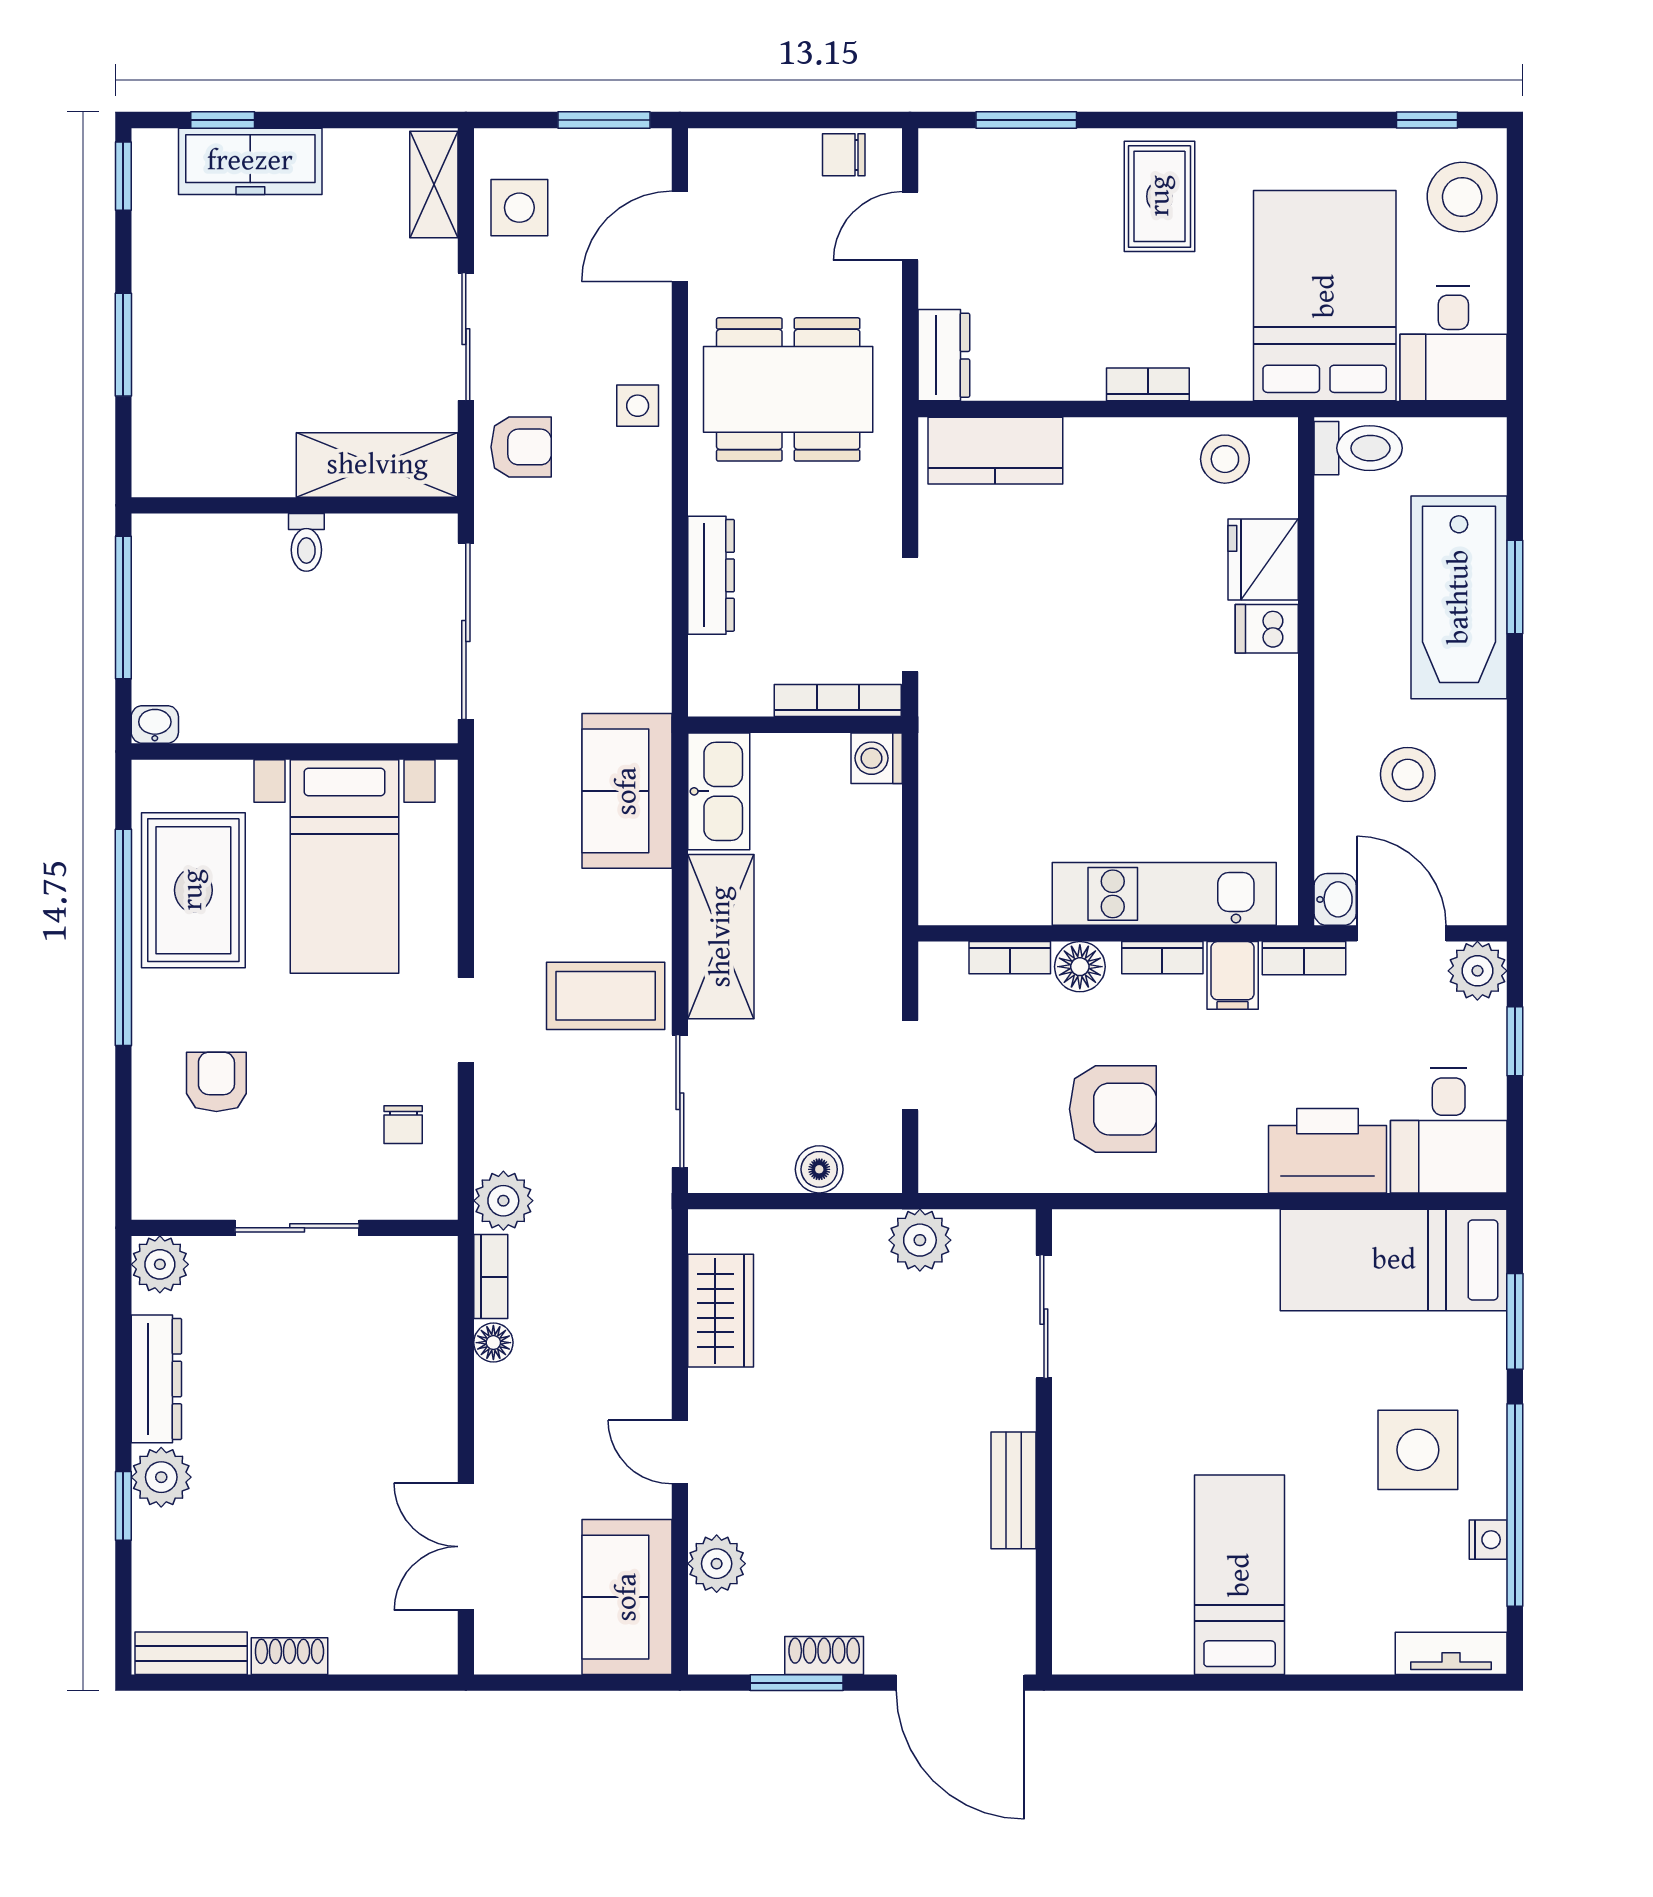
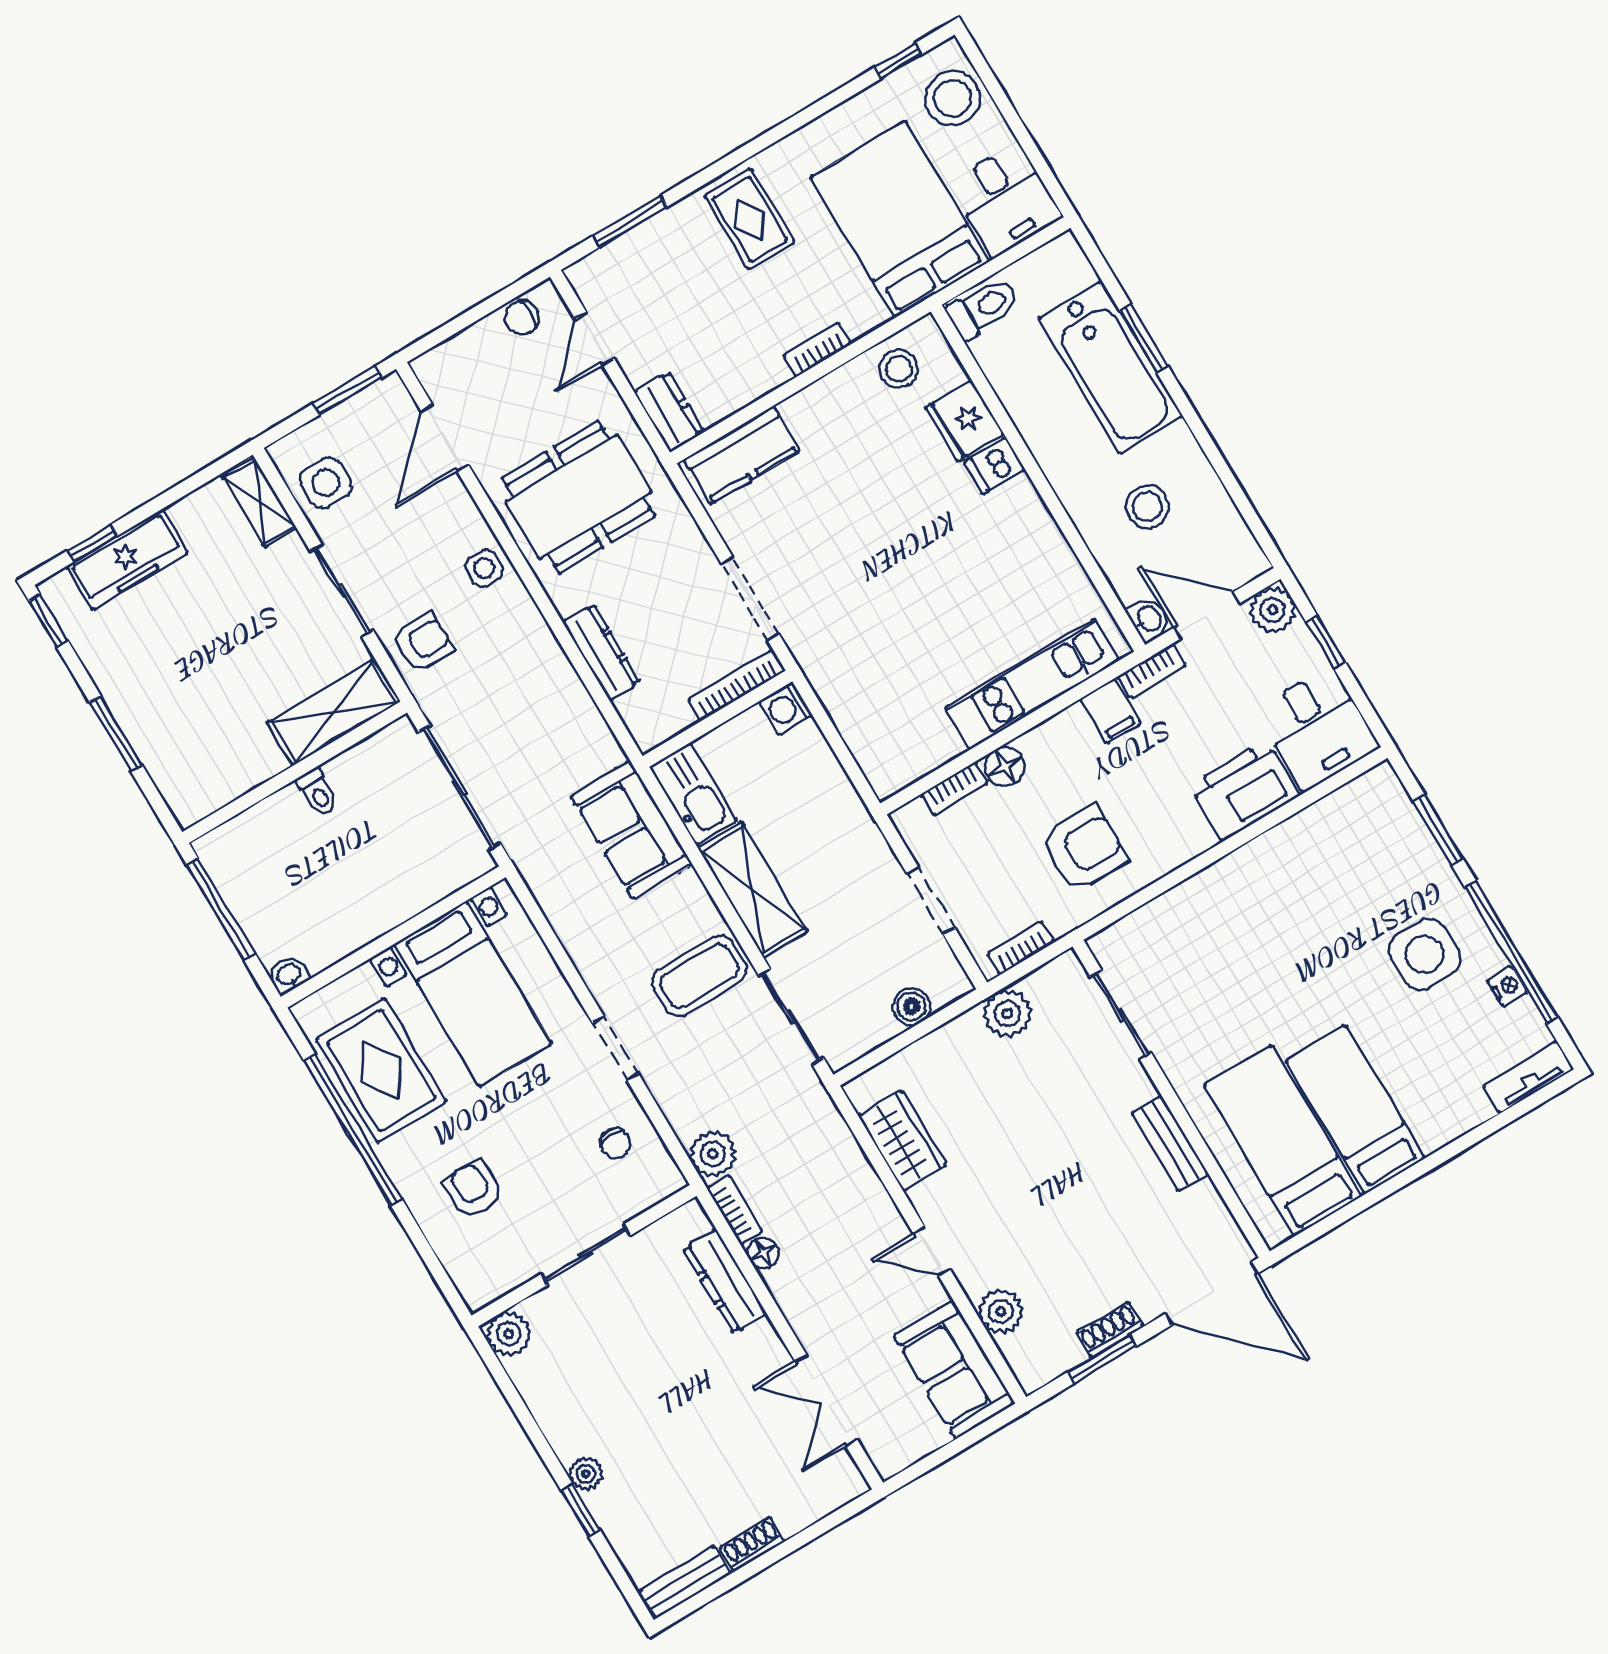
bookcase: (1162, 958) -> (1020, 948), moved, turned 180
bed: (1394, 1260) -> (1283, 1141), moved, turned 90
dresser: (156, 1379) -> (725, 1281), moved, turned 180
plant: (161, 1477) -> (586, 1474), width x0.73, depth x0.73

